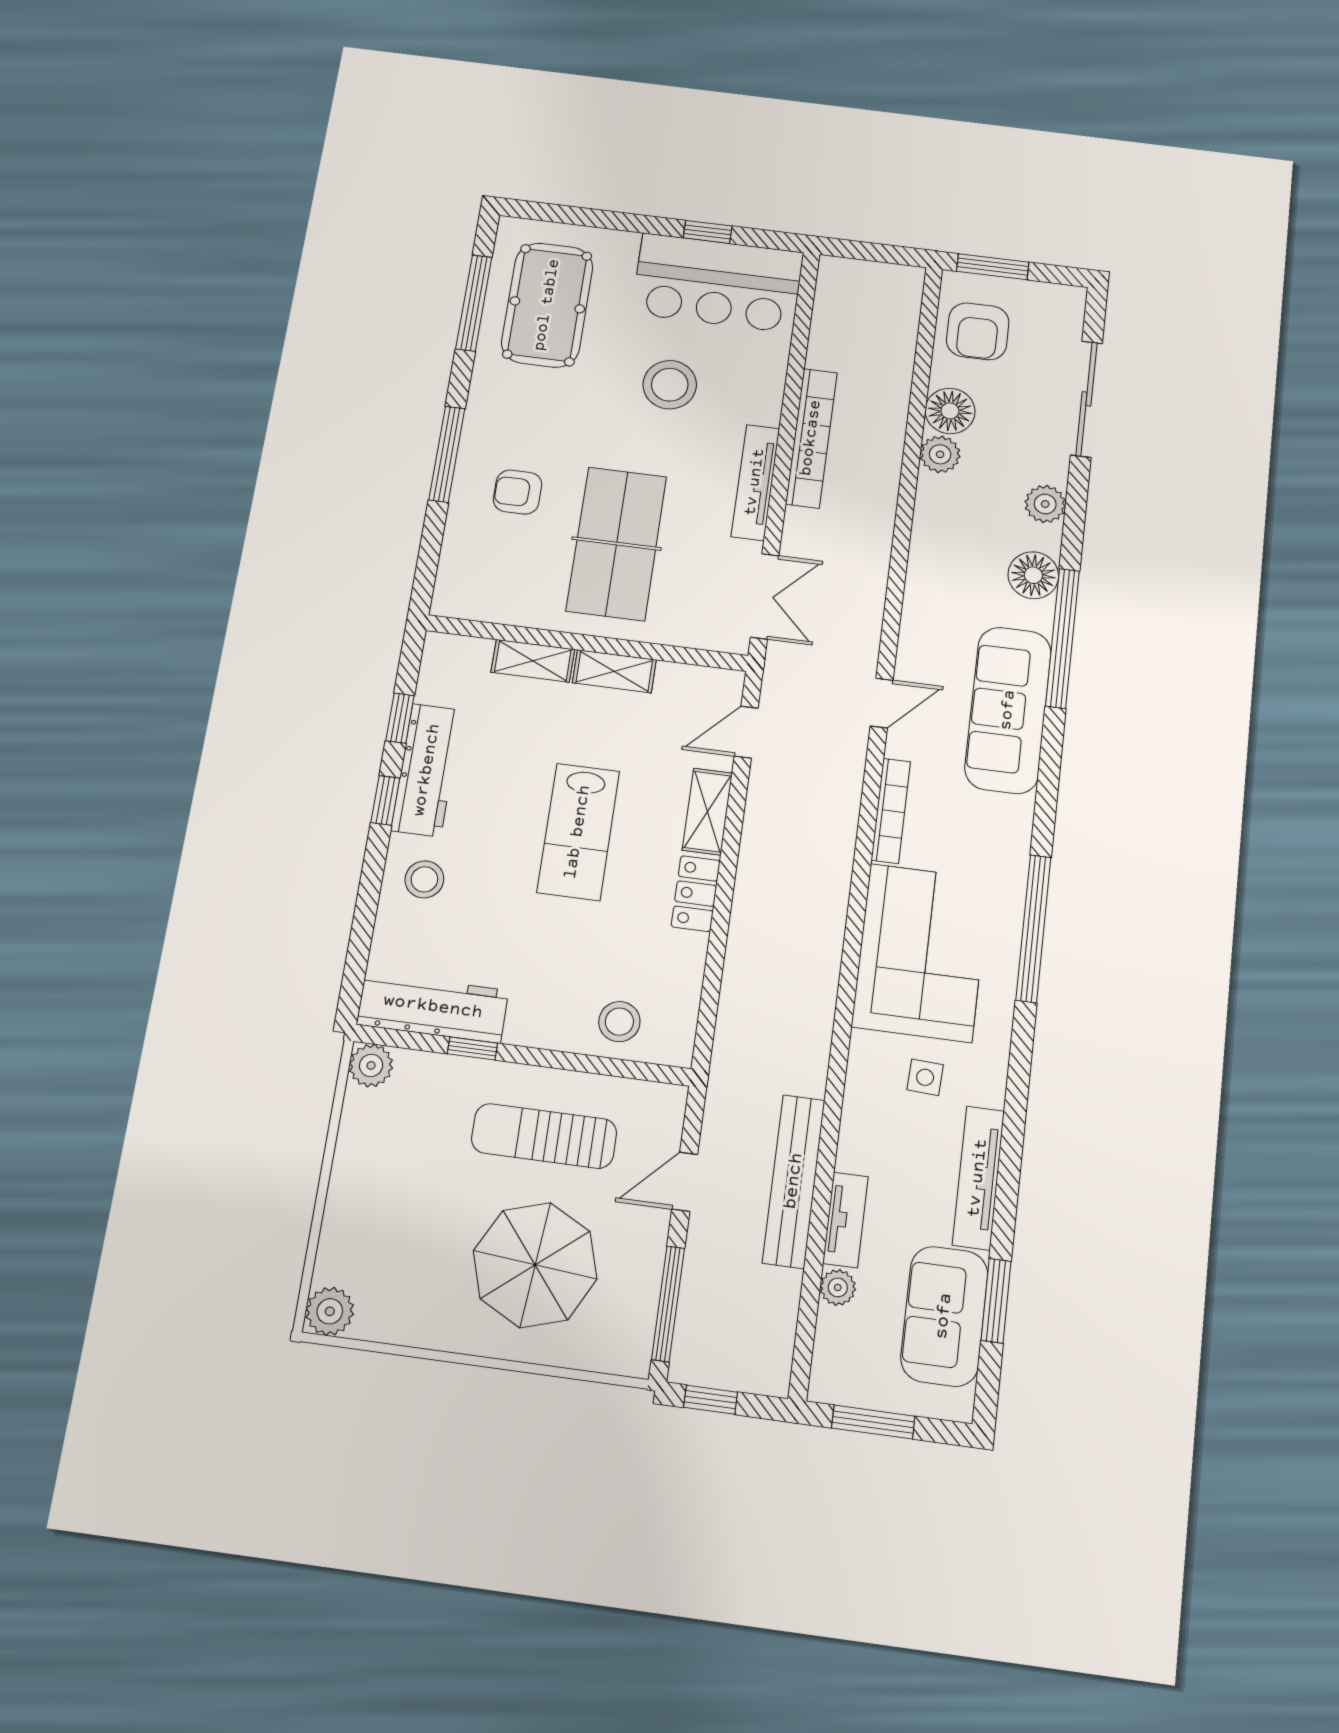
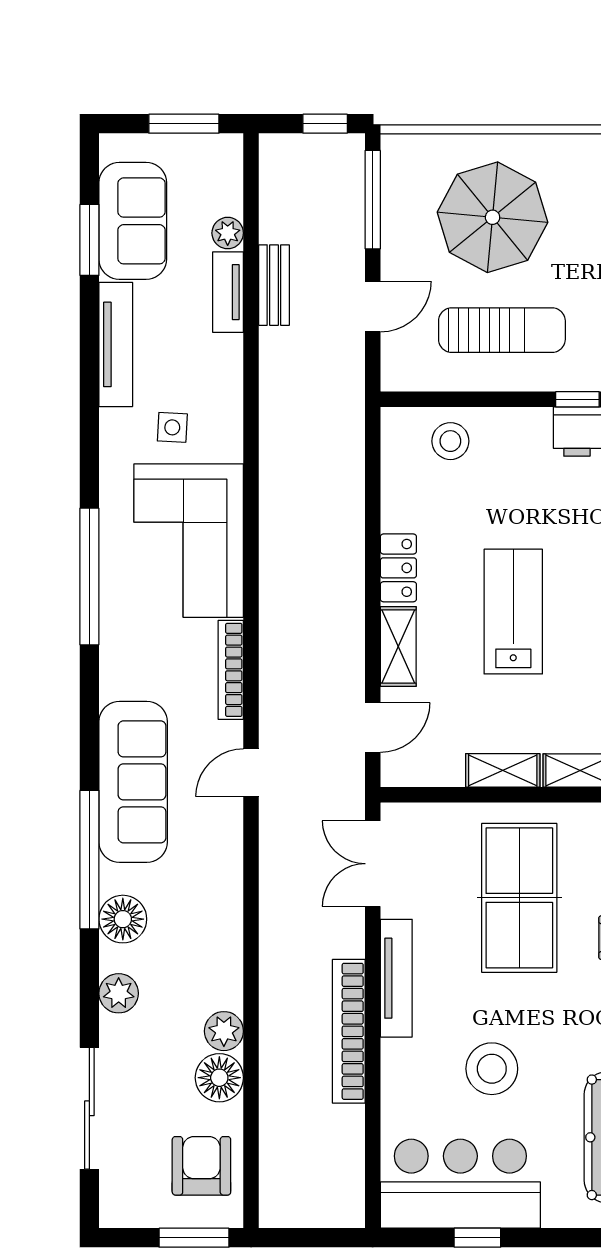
bench: (794, 1181) -> (274, 285), width x0.54, depth x0.82

